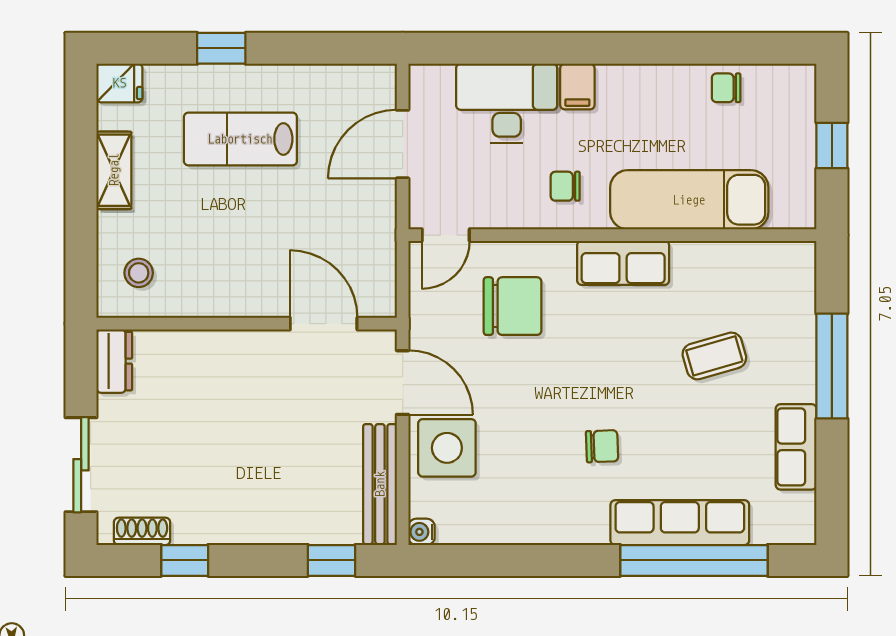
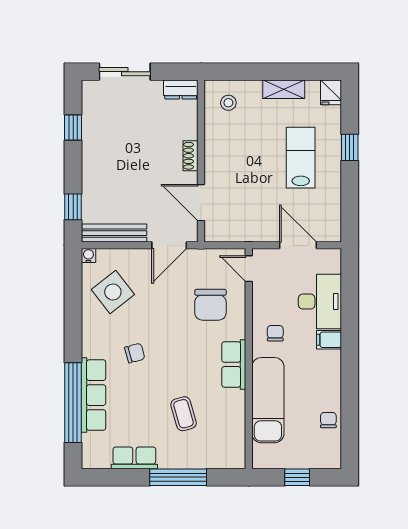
door: (324, 324) -> (201, 203), swing flipped
chair: (602, 446) -> (135, 353), turned -103
side table: (447, 448) -> (113, 292), moved, turned -38
shoe rack: (142, 531) -> (190, 156), moved, turned 180

